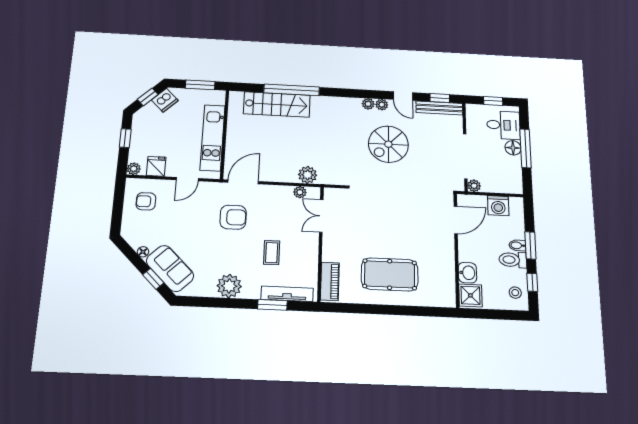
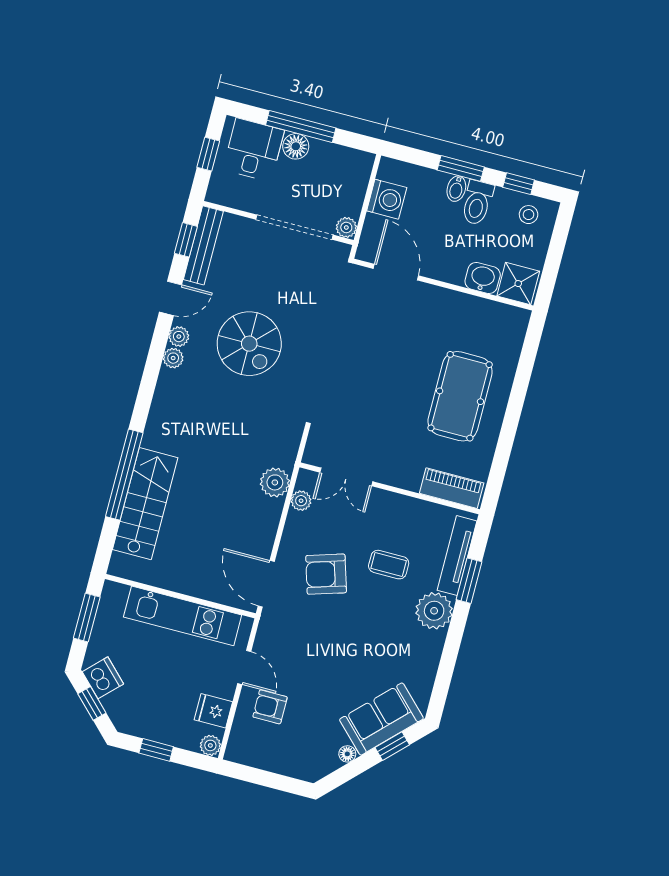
armchair: (146, 201) -> (270, 707), moved, turned 90
armchair: (233, 217) -> (326, 574), moved, turned -107
plant: (229, 286) -> (434, 611), moved

